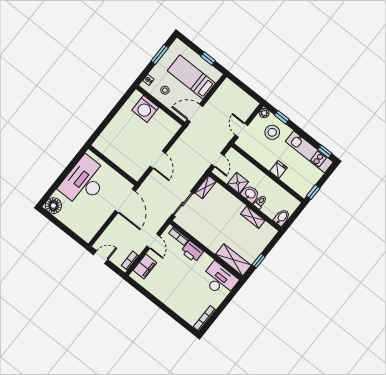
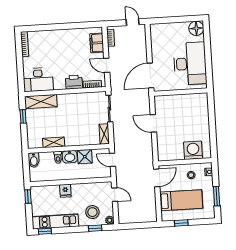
door: (125, 201) -> (150, 76), hinge flipped
door: (101, 257) -> (133, 22), swing flipped

